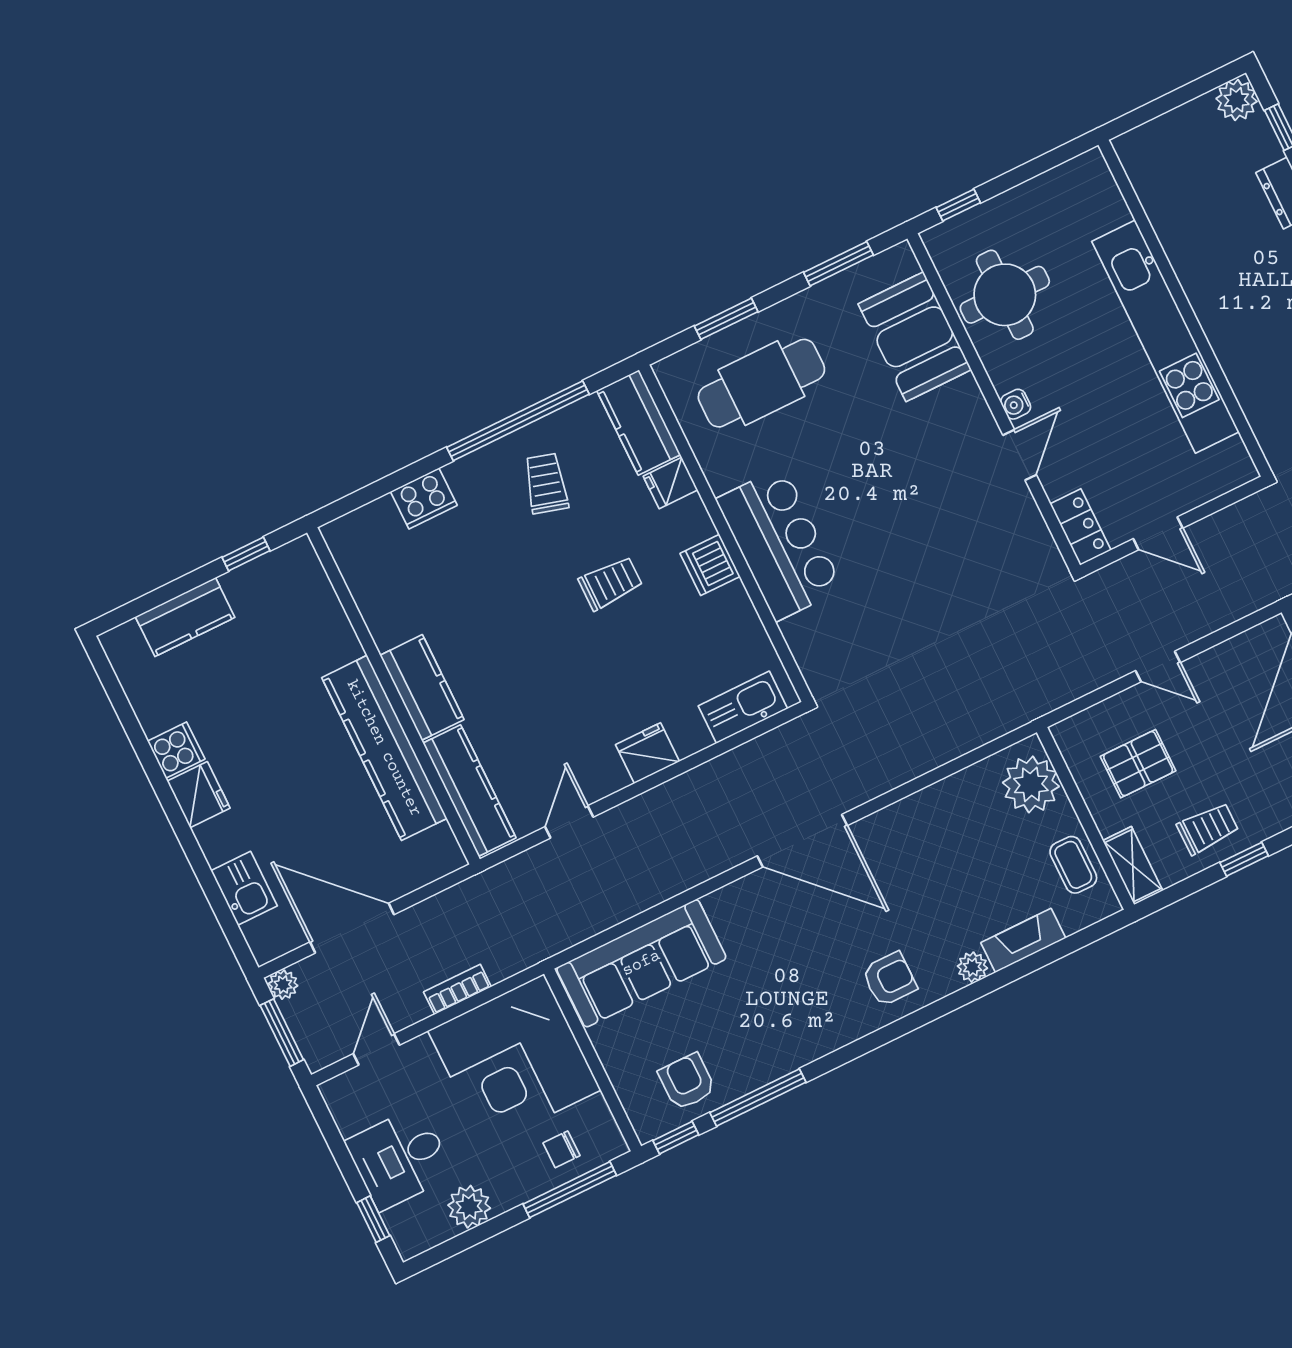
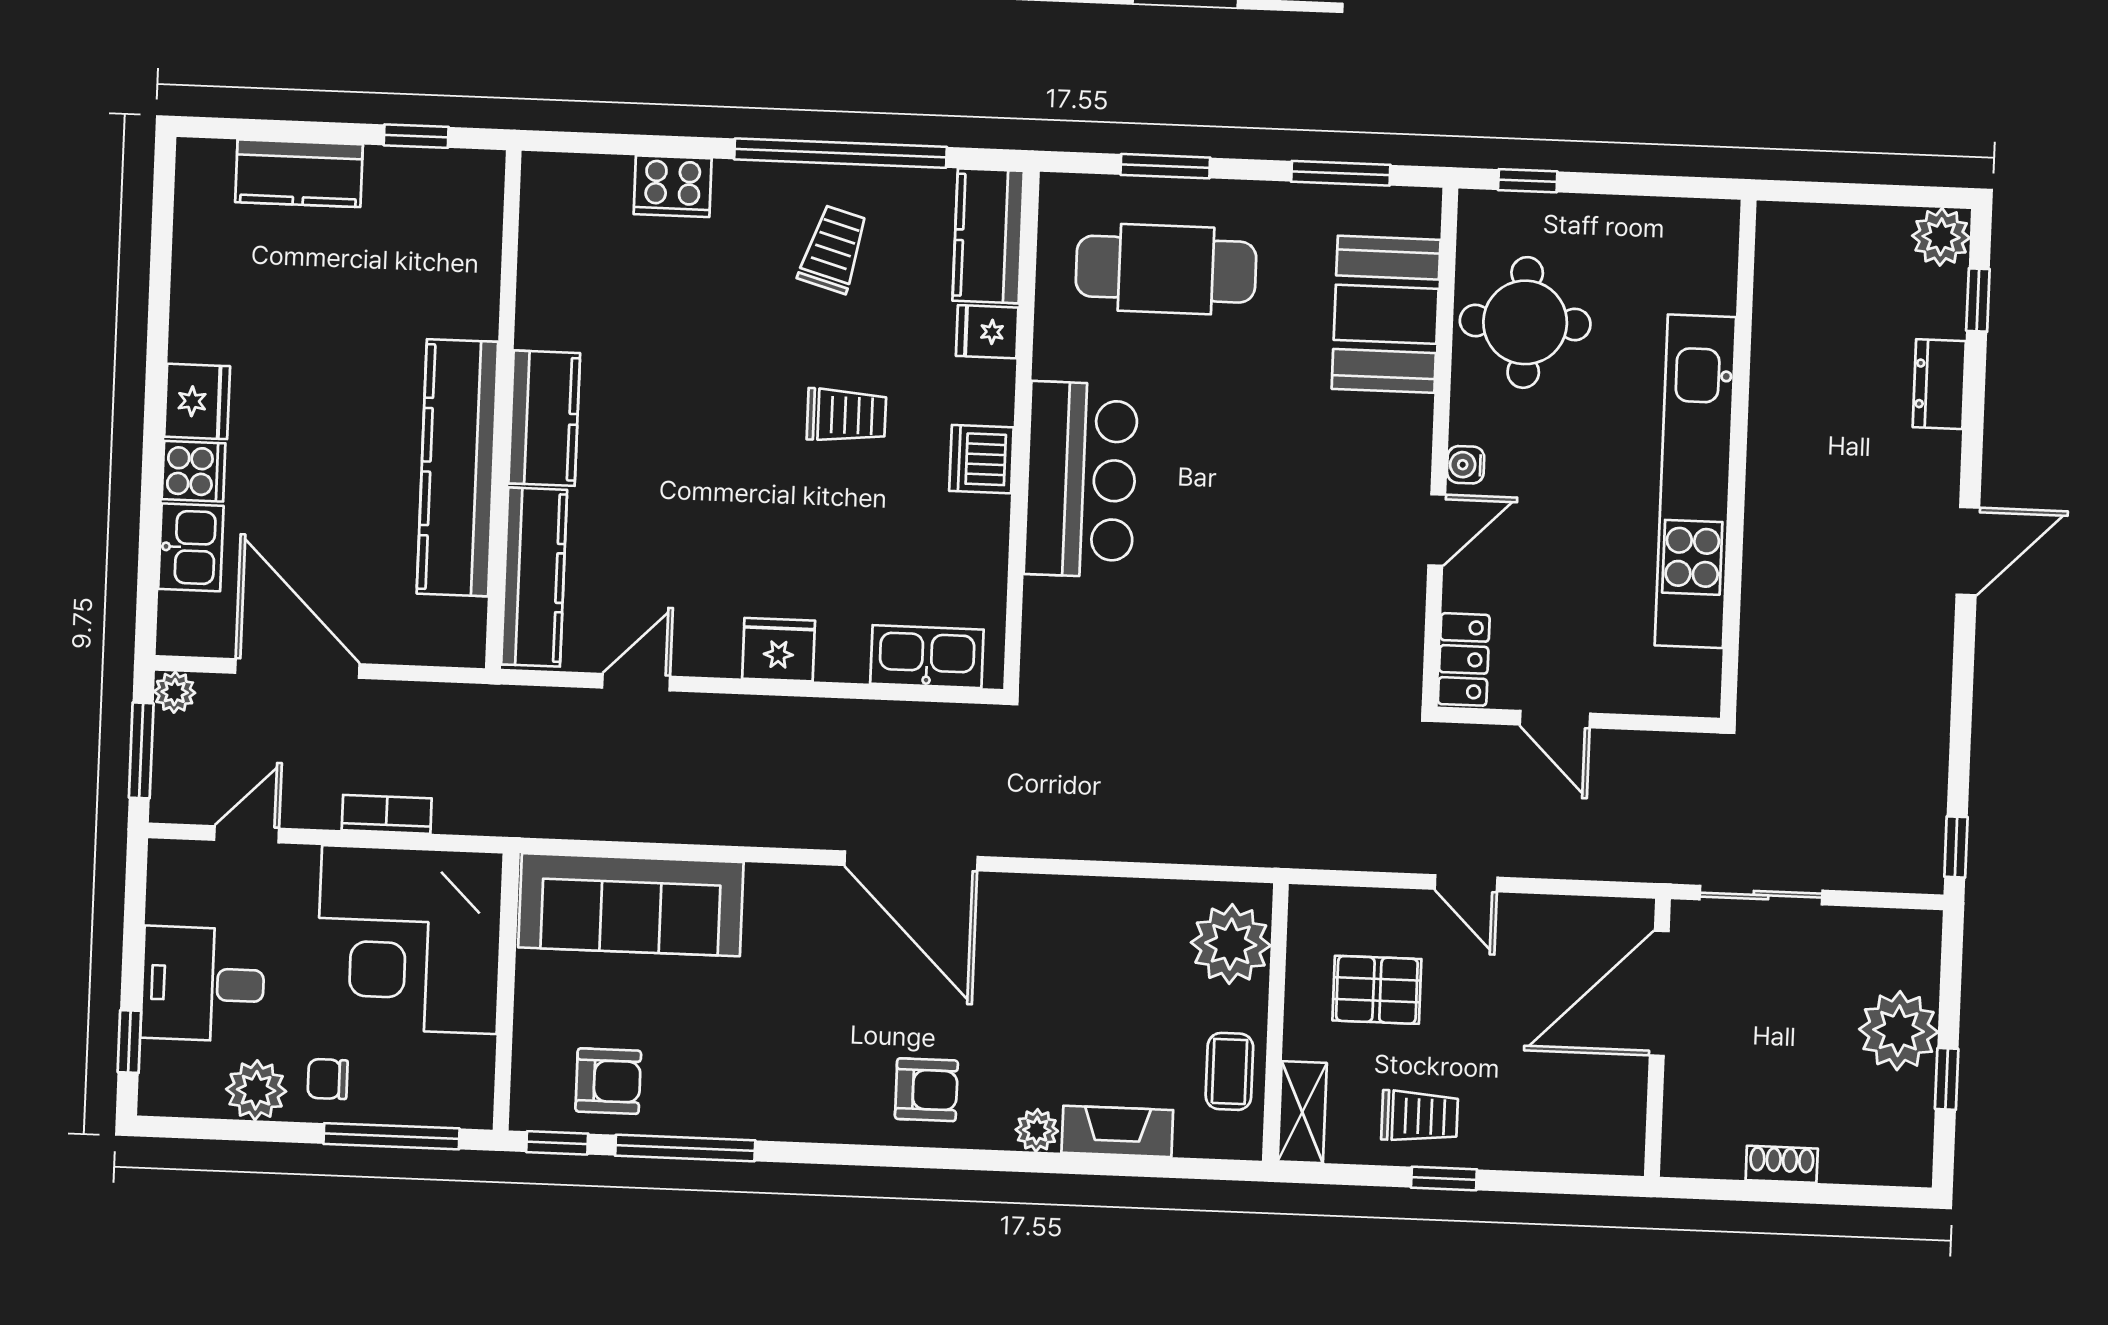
cooker: (176, 750) -> (194, 471), moved
armchair: (687, 1082) -> (608, 1081), turned 90
chair: (561, 1149) -> (328, 1079), moved

